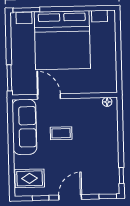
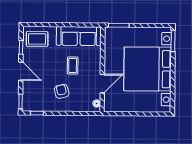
door: (49, 97) -> (102, 83), moved
armchair: (94, 146) -> (62, 91), added
rug: (30, 178) -> (37, 39), turned 90

